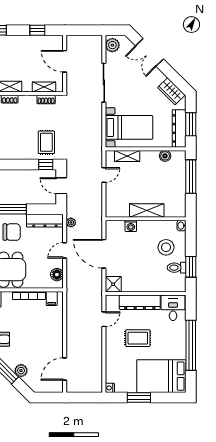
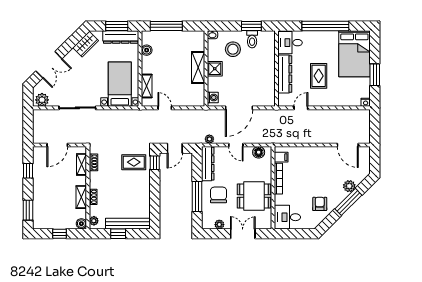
washing machine: (131, 226) -> (213, 97), moved
shower: (113, 284) -> (215, 69), moved
door: (104, 319) -> (301, 108), hinge flipped

